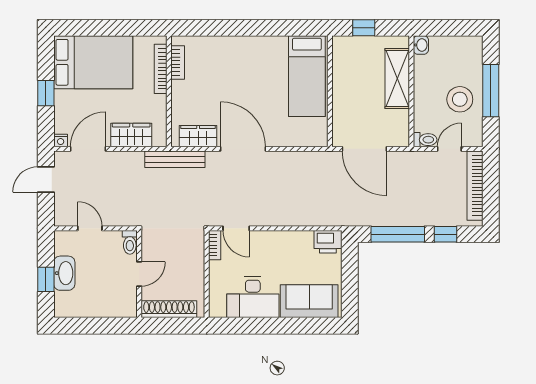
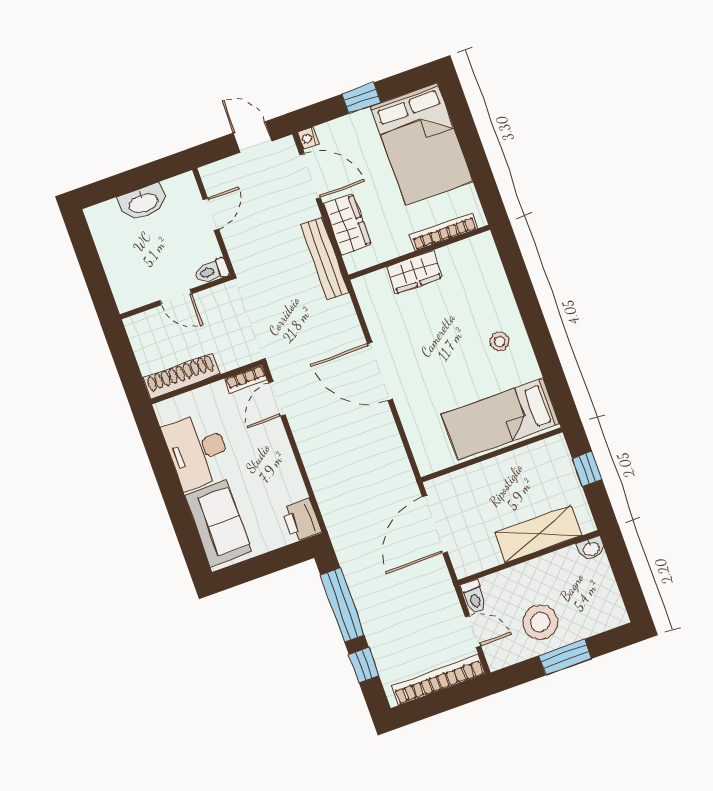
stool: (252, 57) -> (499, 342), added
bookcase: (178, 63) -> (459, 250), removed
window: (491, 91) -> (565, 657), width x0.69
wardrobe: (198, 136) -> (414, 272), moved, turned 90
door: (243, 149) -> (380, 371), swing flipped
bench: (175, 159) -> (325, 258), moved
window: (46, 279) -> (127, 182), removed
shoe rack: (169, 309) -> (181, 376), moved, turned -90

